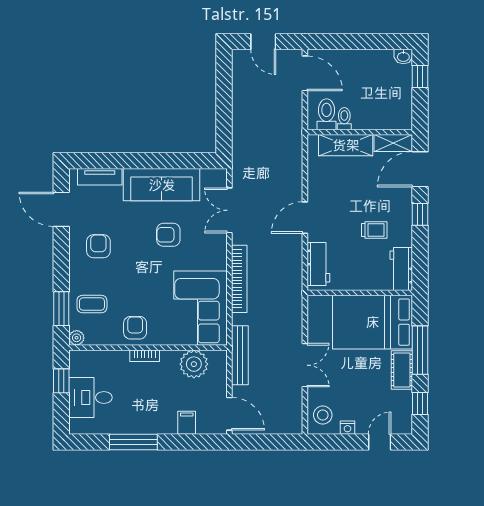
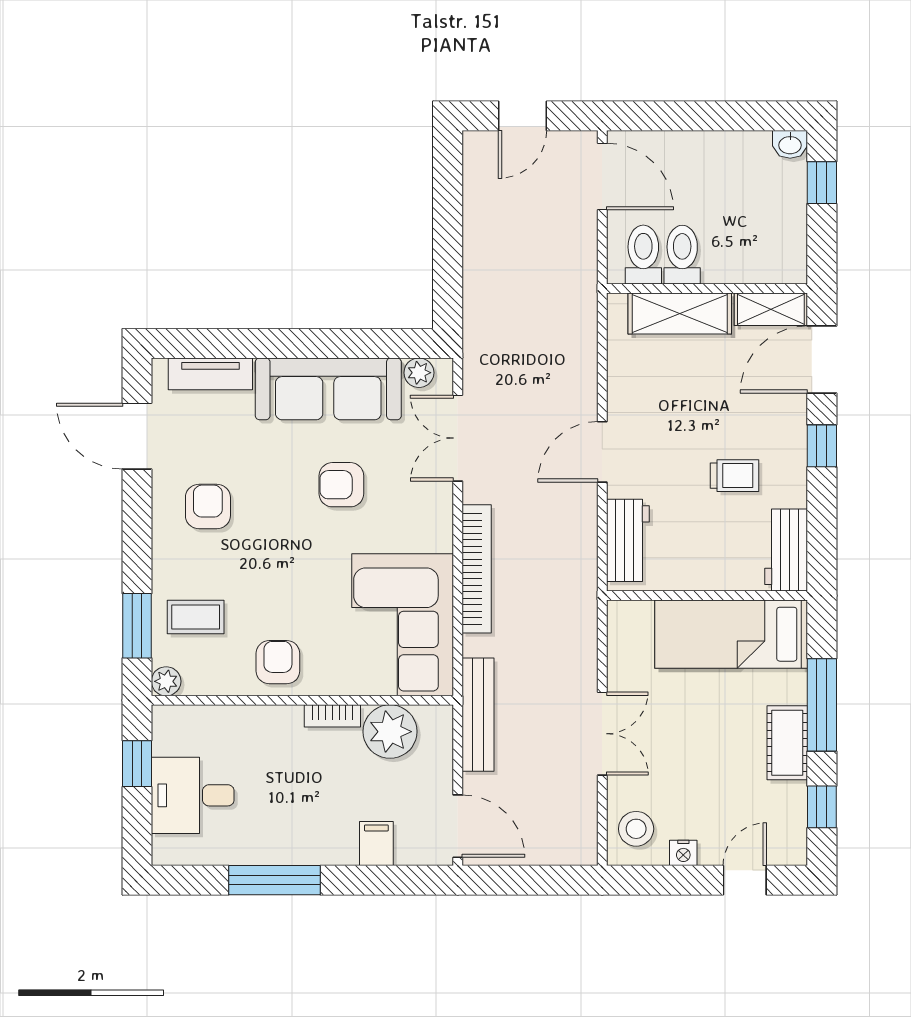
door: (263, 42) -> (522, 116), hinge flipped
toilet: (344, 119) -> (682, 255), width x1.37, depth x1.39
plant: (209, 176) -> (419, 373), added
bed: (373, 322) -> (731, 634), width x0.67
bookcase: (145, 356) -> (332, 716), moved

